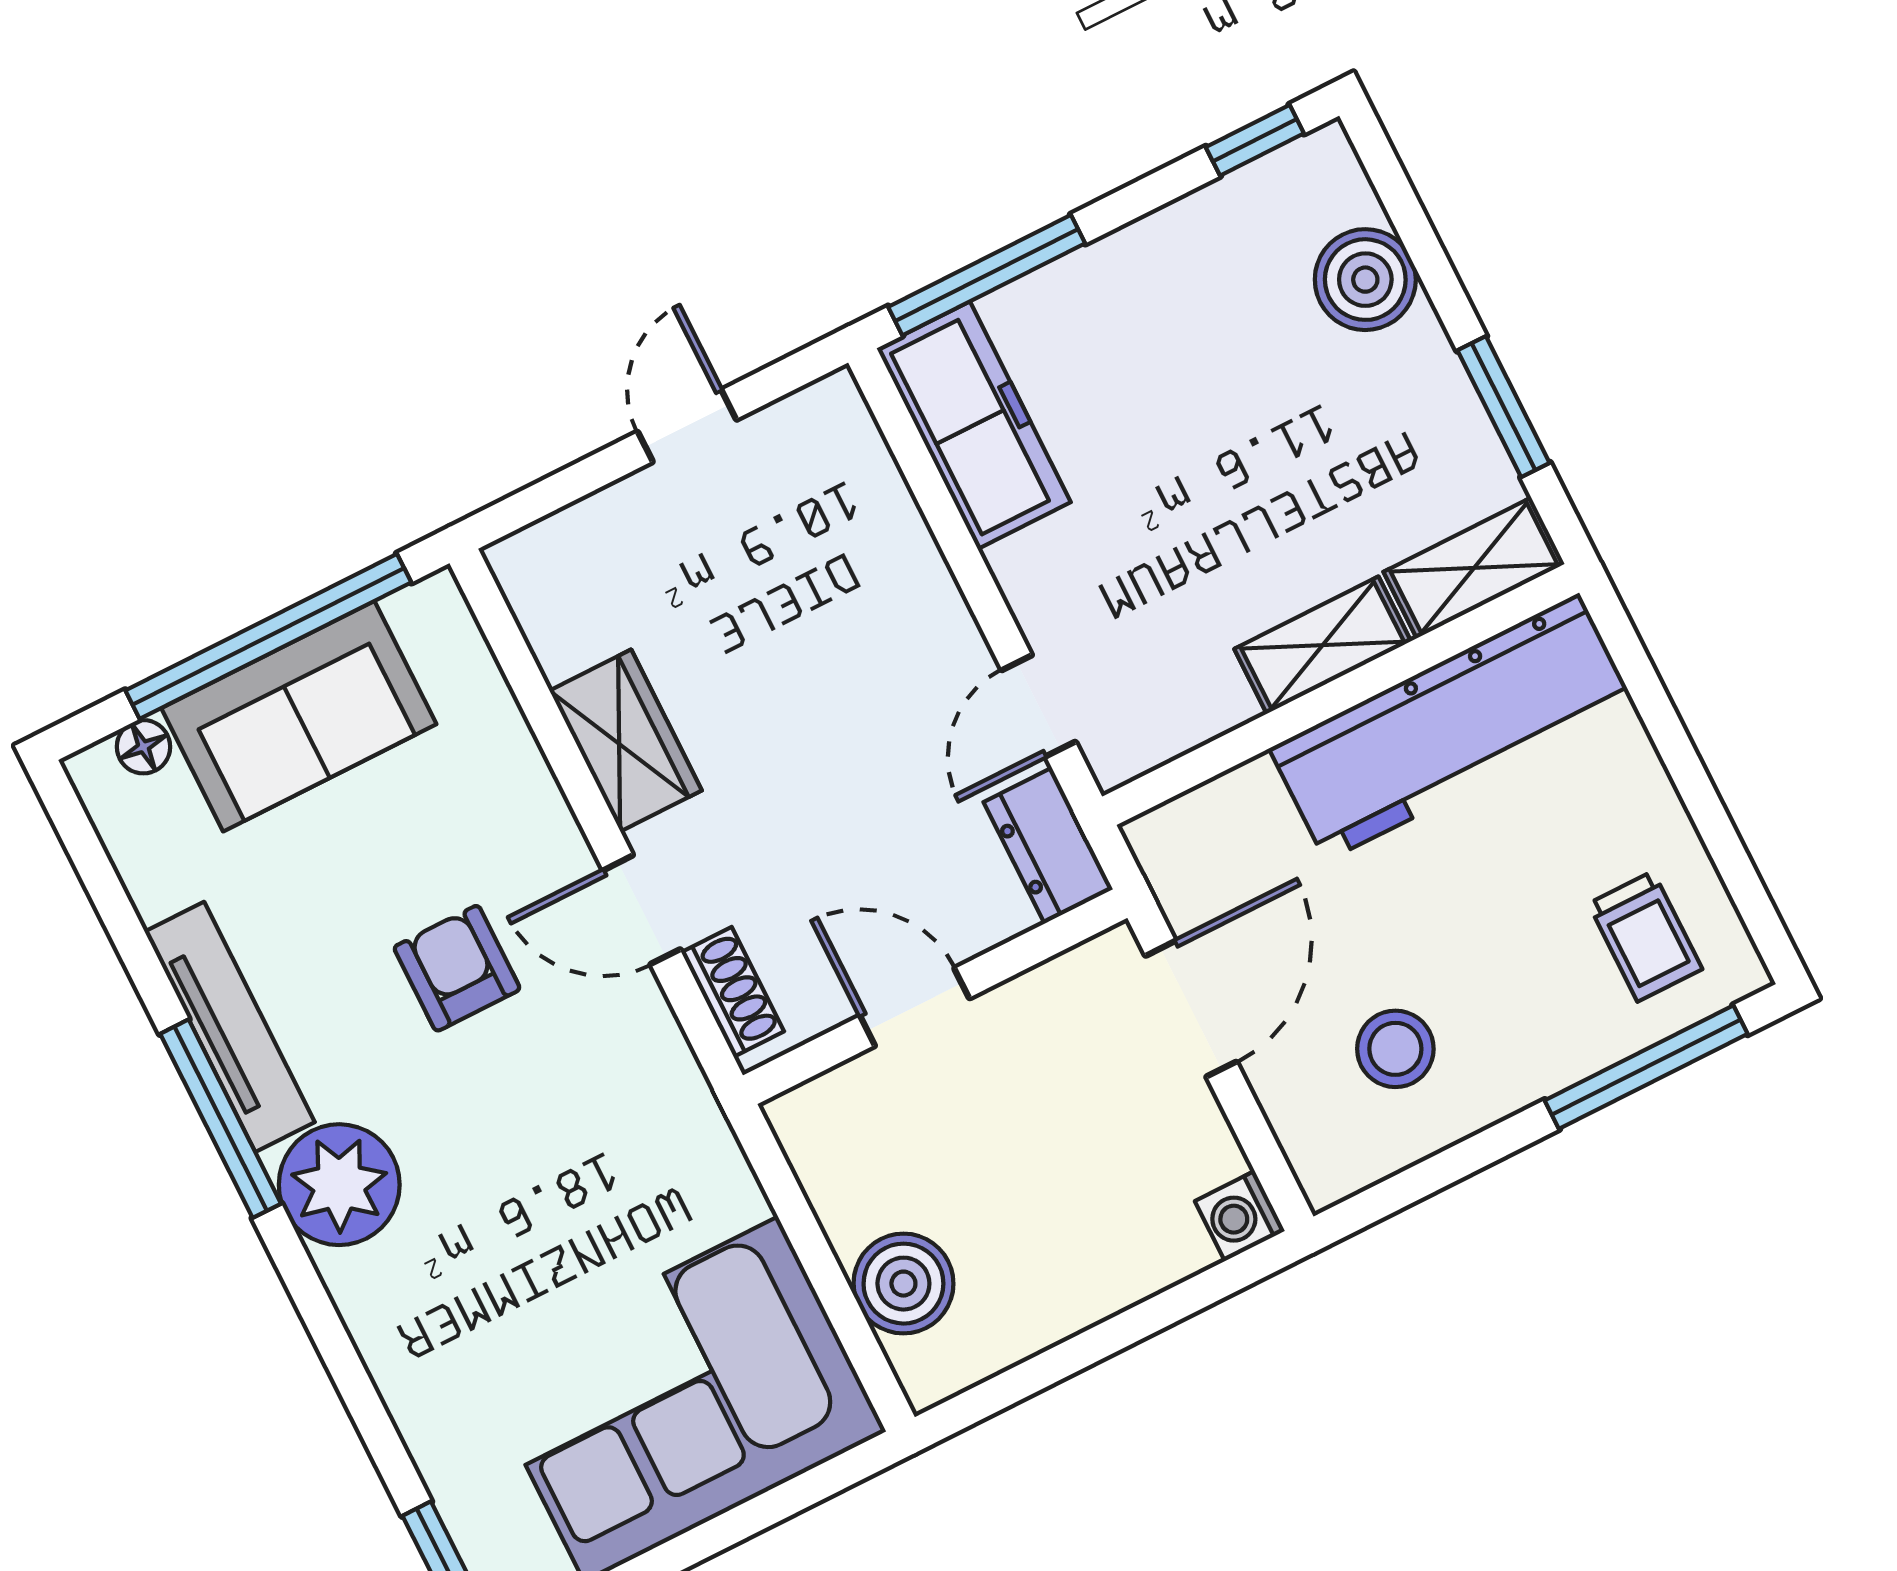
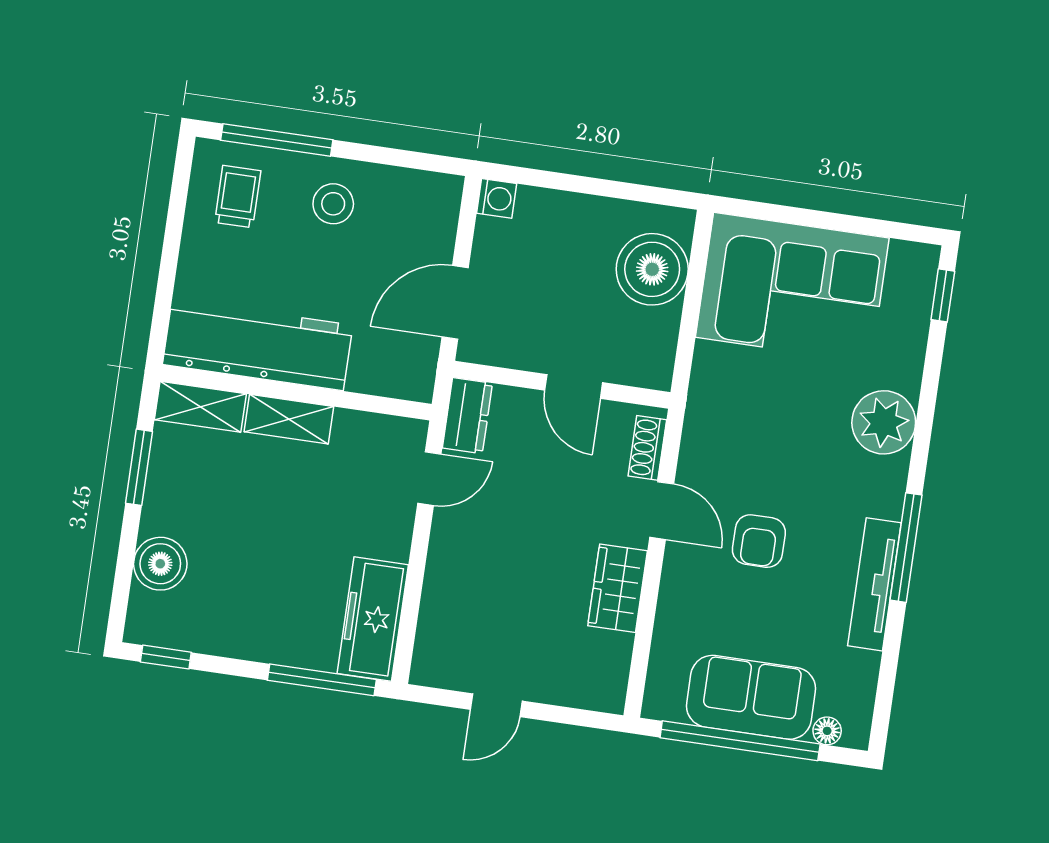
stool: (1395, 1049) -> (333, 204), moved
plant: (339, 1185) -> (884, 422), moved
boiler: (903, 1284) -> (652, 269), width x1.37, depth x1.37

